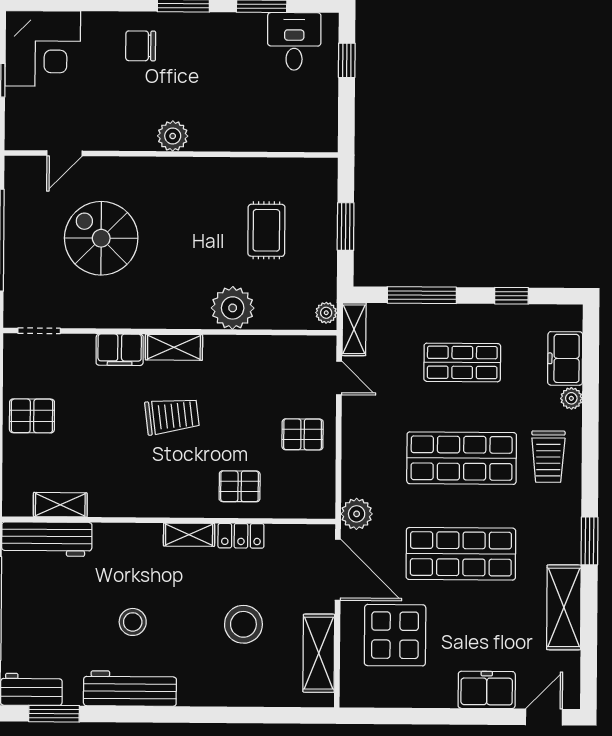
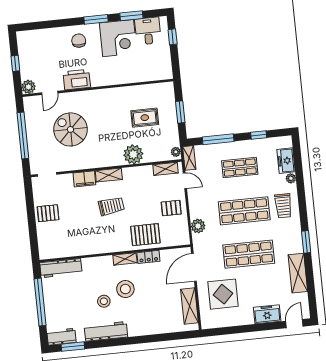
chair: (141, 46) -> (79, 41), turned 90
corner desk: (43, 49) -> (118, 38), moved
printer: (127, 131) -> (77, 80), added
plant: (173, 136) -> (29, 87), moved
rug: (266, 230) -> (145, 118), turned 90
pallet: (240, 486) -> (145, 235), width x1.50, depth x1.42
shelving: (60, 505) -> (165, 169), moved
plant: (357, 514) -> (198, 226), moved
door: (338, 570) -> (194, 267), swing flipped
stool: (243, 624) -> (125, 289), moved

